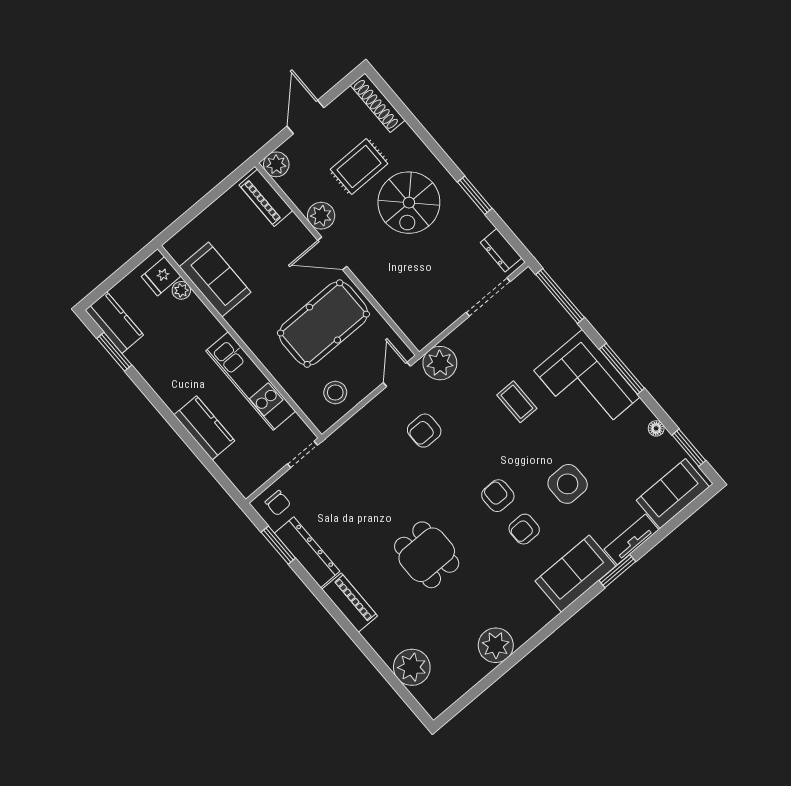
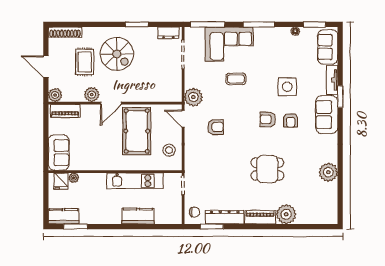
sofa: (215, 279) -> (59, 153), moved, turned 90
corner sofa: (587, 384) -> (229, 44), moved
armchair: (424, 431) -> (216, 127), turned -90
plant: (412, 667) -> (286, 214), moved

